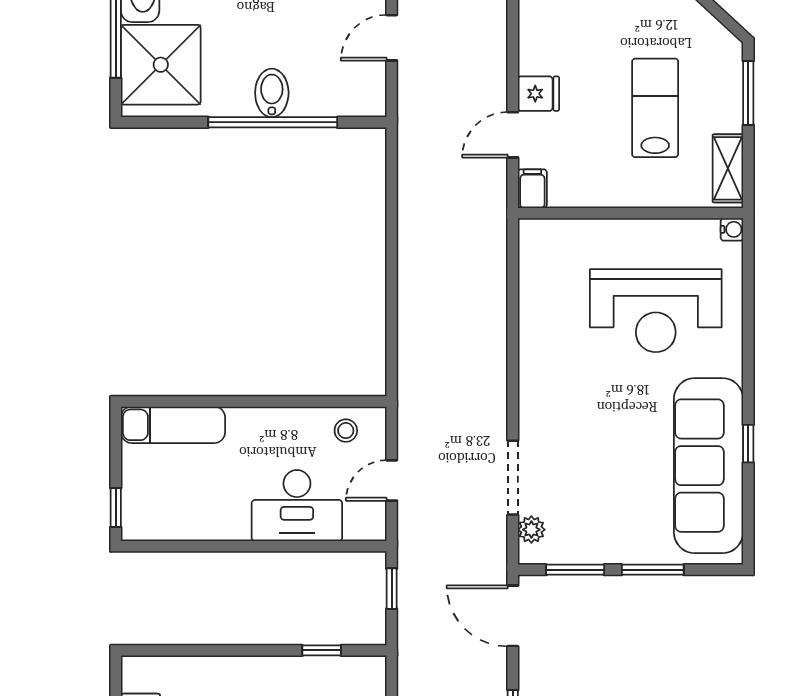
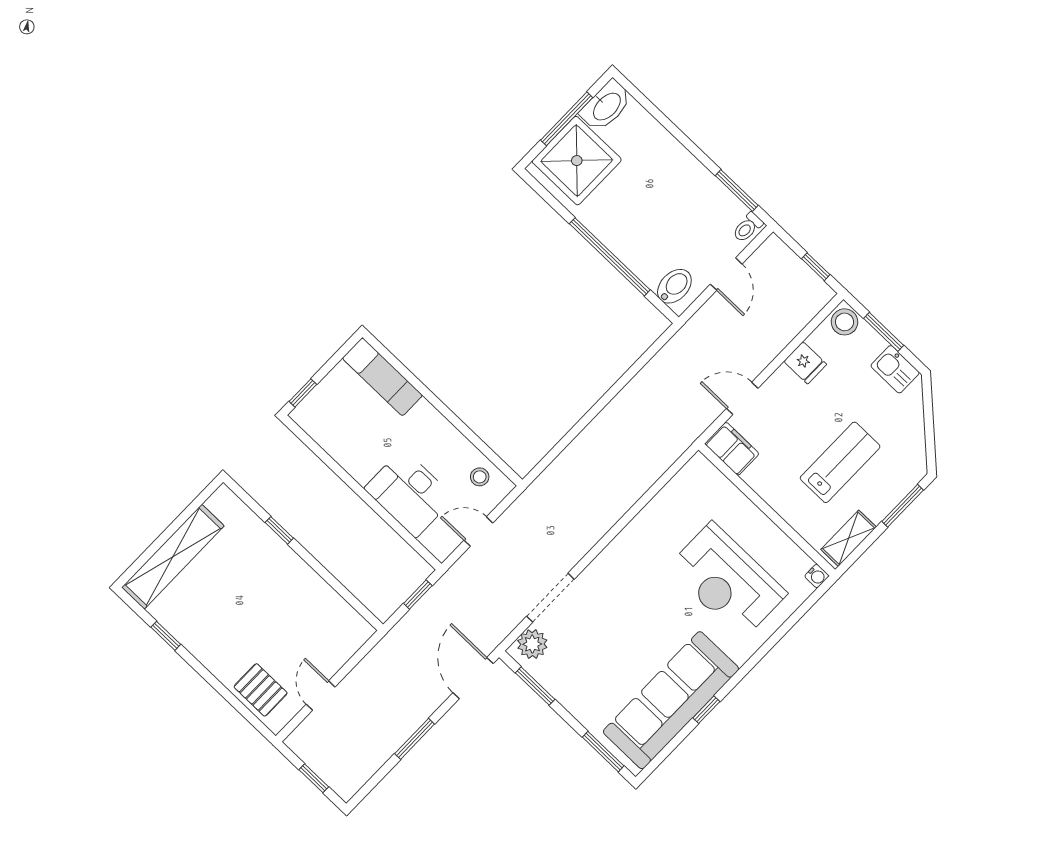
door: (392, 38) -> (726, 274), swing flipped
bidet: (272, 93) -> (674, 286), moved
fridge: (538, 94) -> (805, 363), moved
filing cabinet: (532, 189) -> (732, 449), width x2.00
plant: (531, 530) -> (532, 644), width x1.38, depth x1.38
window: (653, 570) -> (603, 752), moved
window: (322, 650) -> (279, 530), moved

